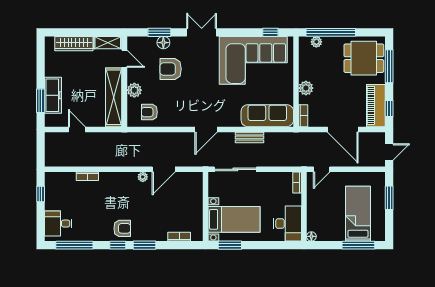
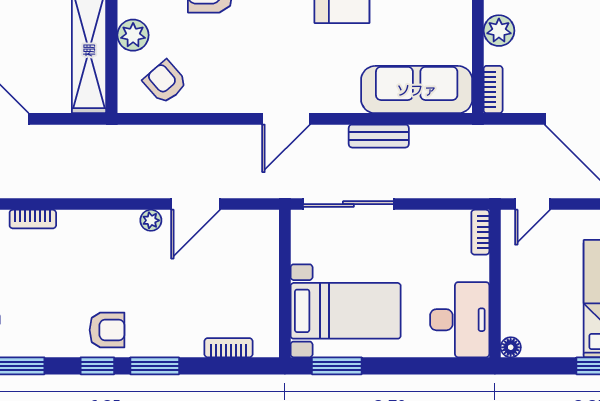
armchair: (149, 112) -> (165, 82), turned 49

